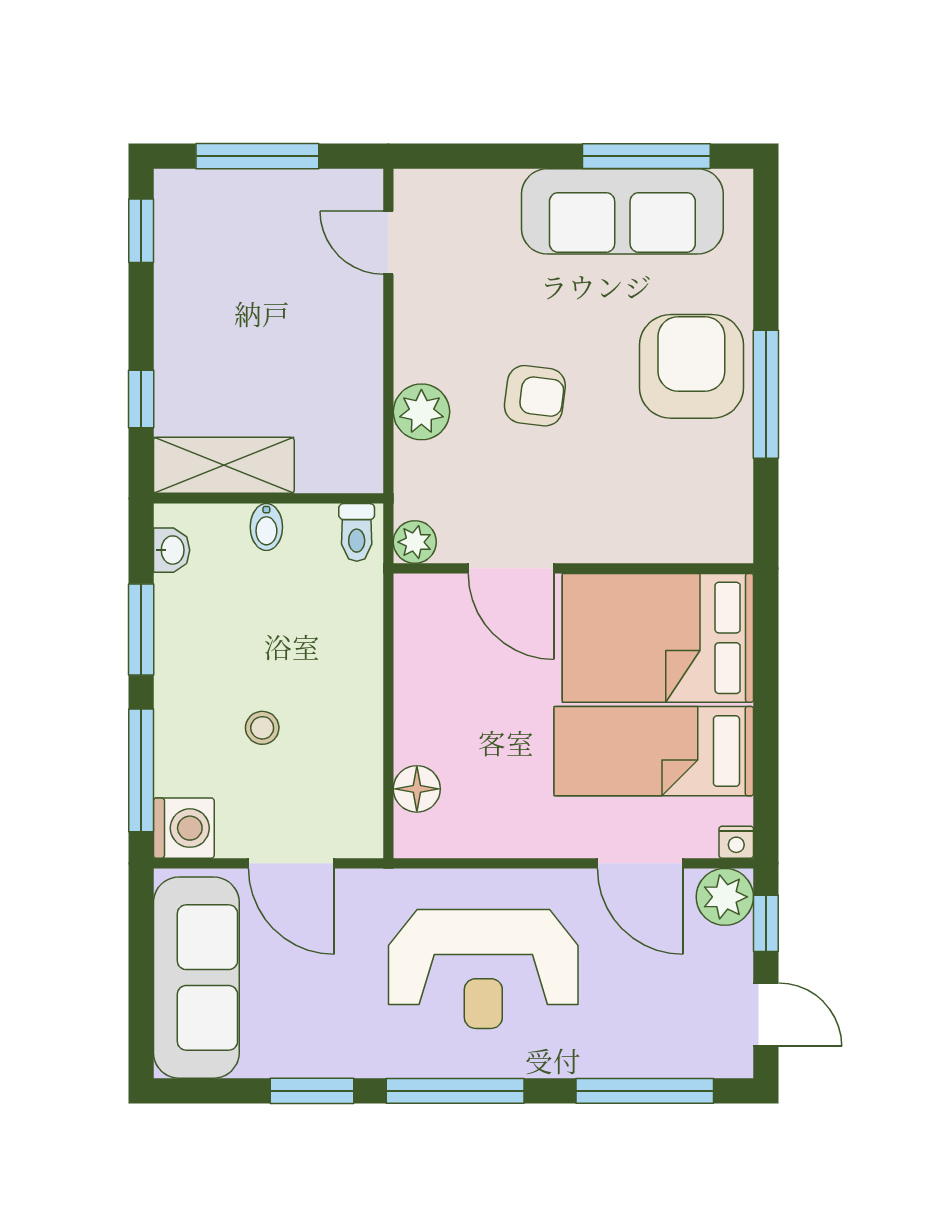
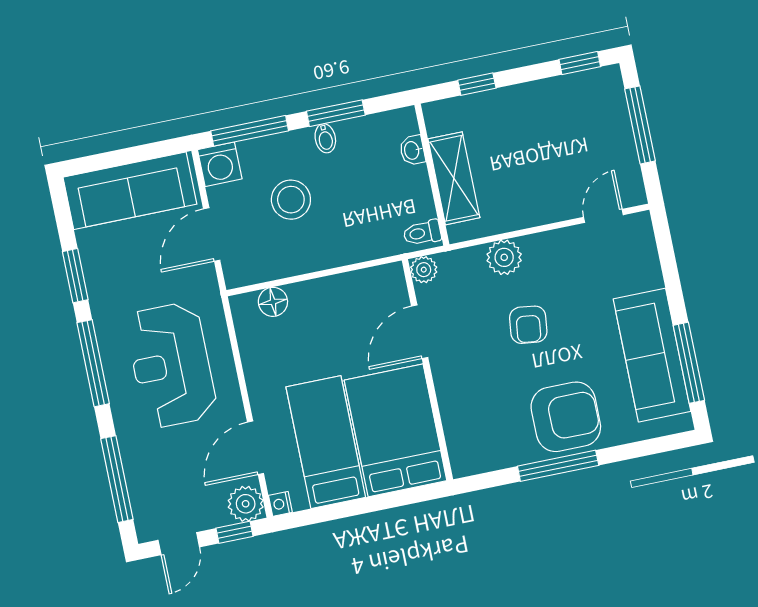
shelving: (224, 465) -> (454, 178), moved
bidet: (266, 527) -> (325, 138), moved, turned -90
washbasin: (172, 550) -> (412, 150), moved, turned 90
stool: (262, 728) -> (291, 200), width x1.89, depth x1.89

